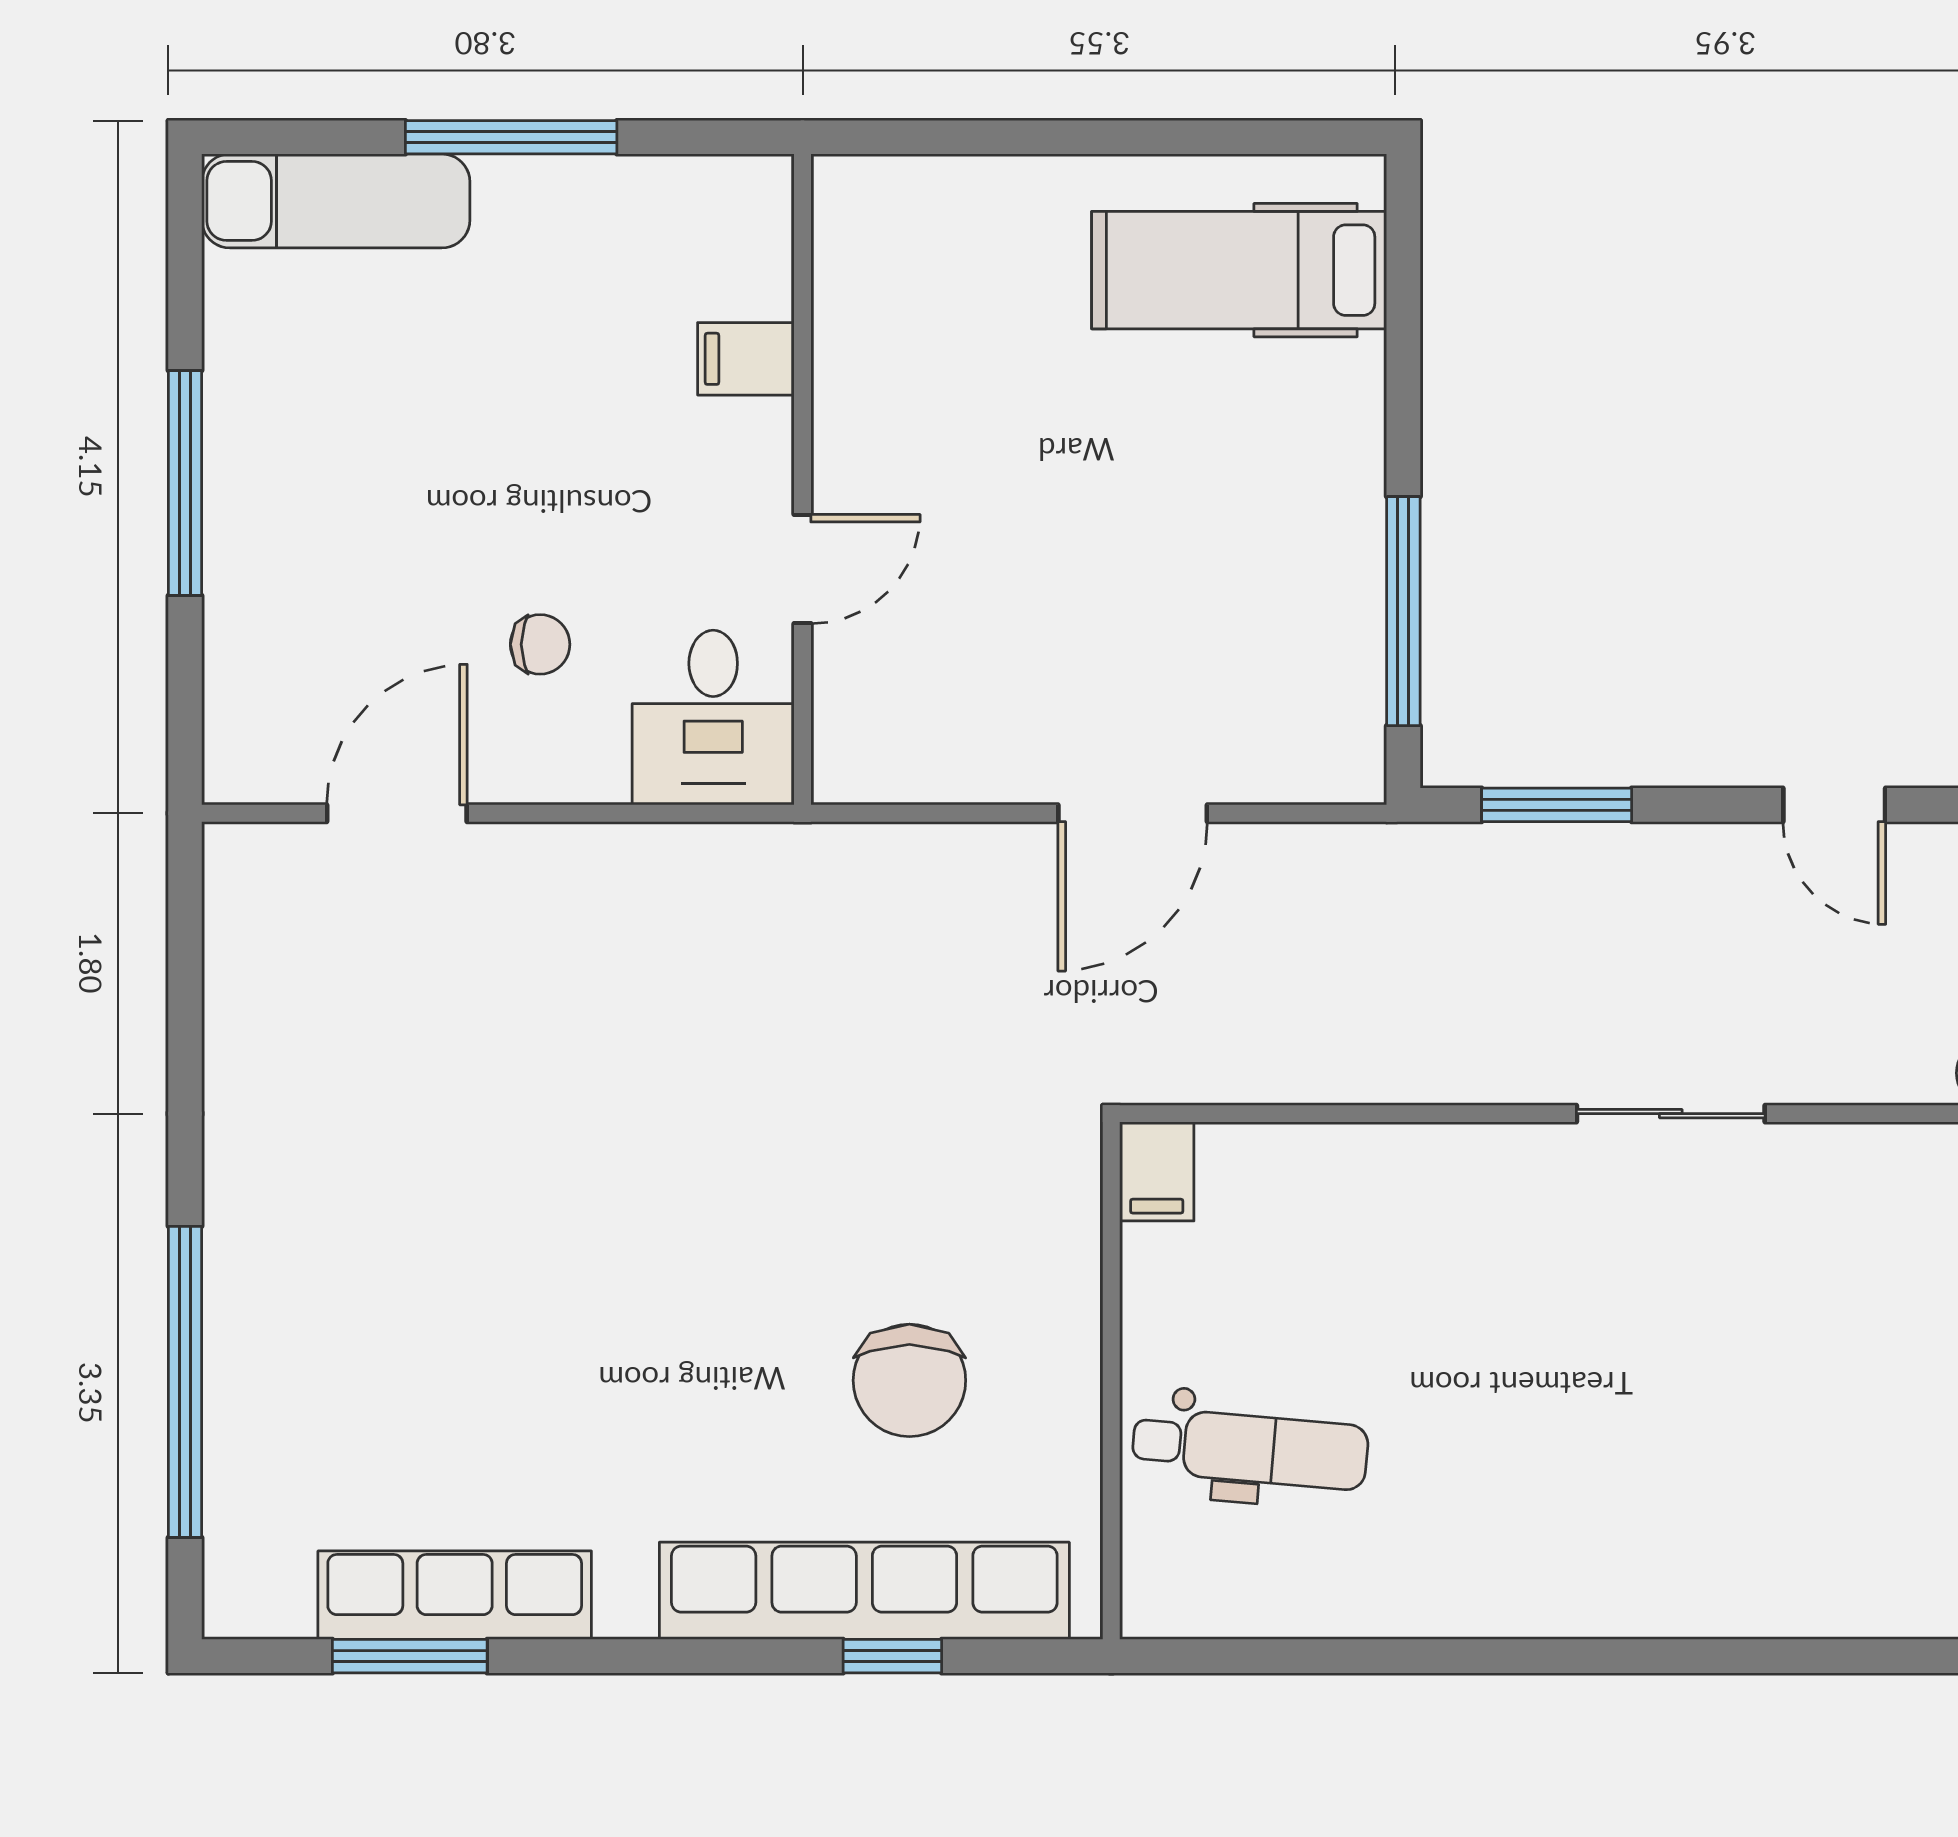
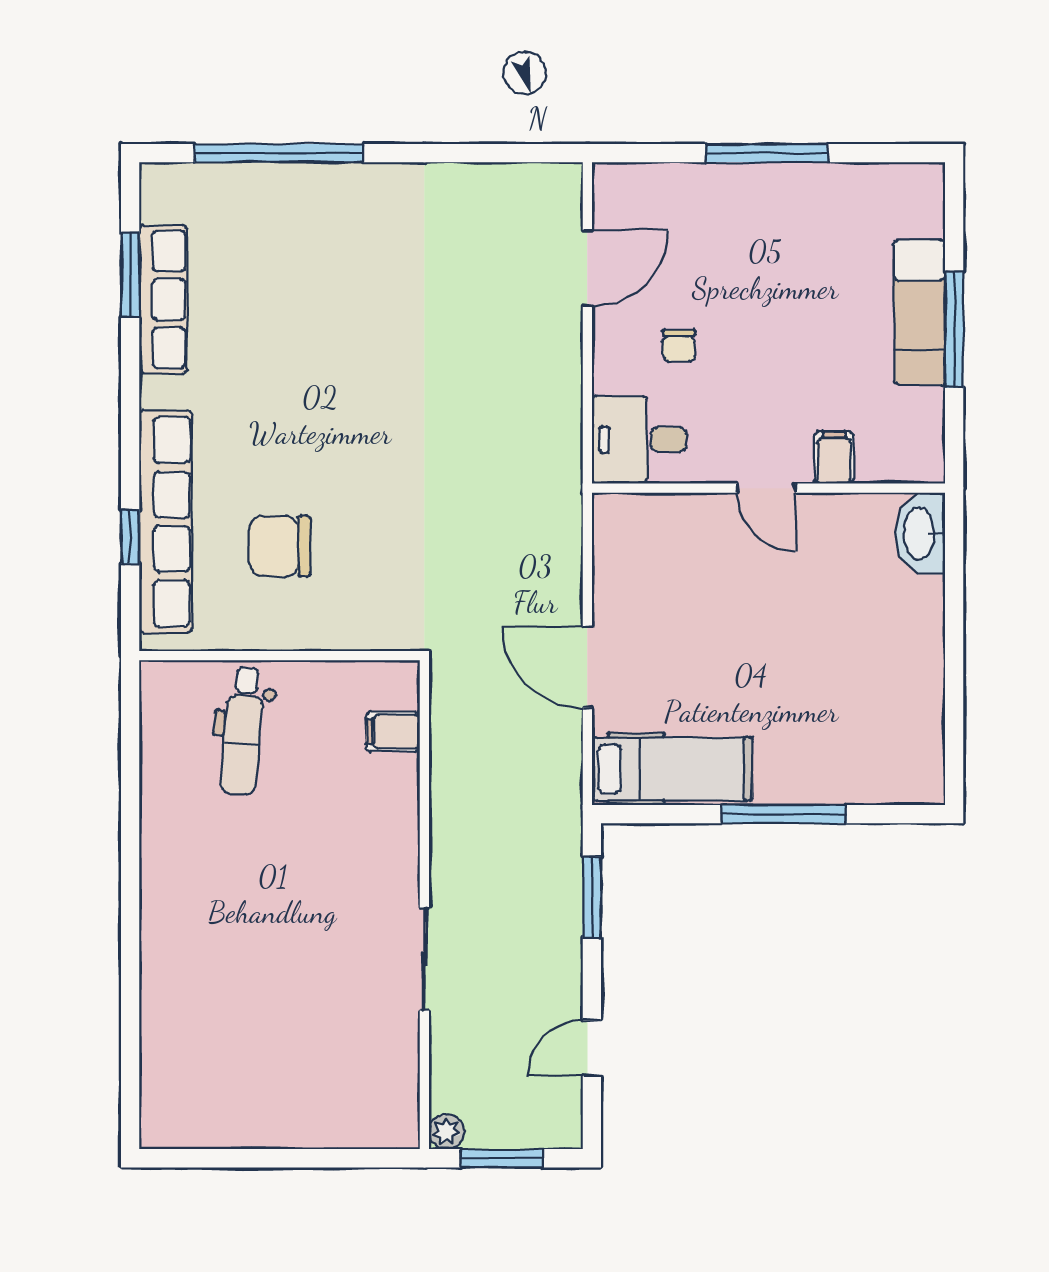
washbasin: (886, 200) -> (920, 533), added
exam couch: (336, 201) -> (920, 313), moved
hospital bed: (1239, 270) -> (672, 769), moved, turned 90
door: (803, 569) -> (766, 488), moved
window: (1403, 611) -> (784, 814), moved
door: (397, 813) -> (587, 268), hinge flipped
filing cabinet: (1157, 1171) -> (393, 732), moved

